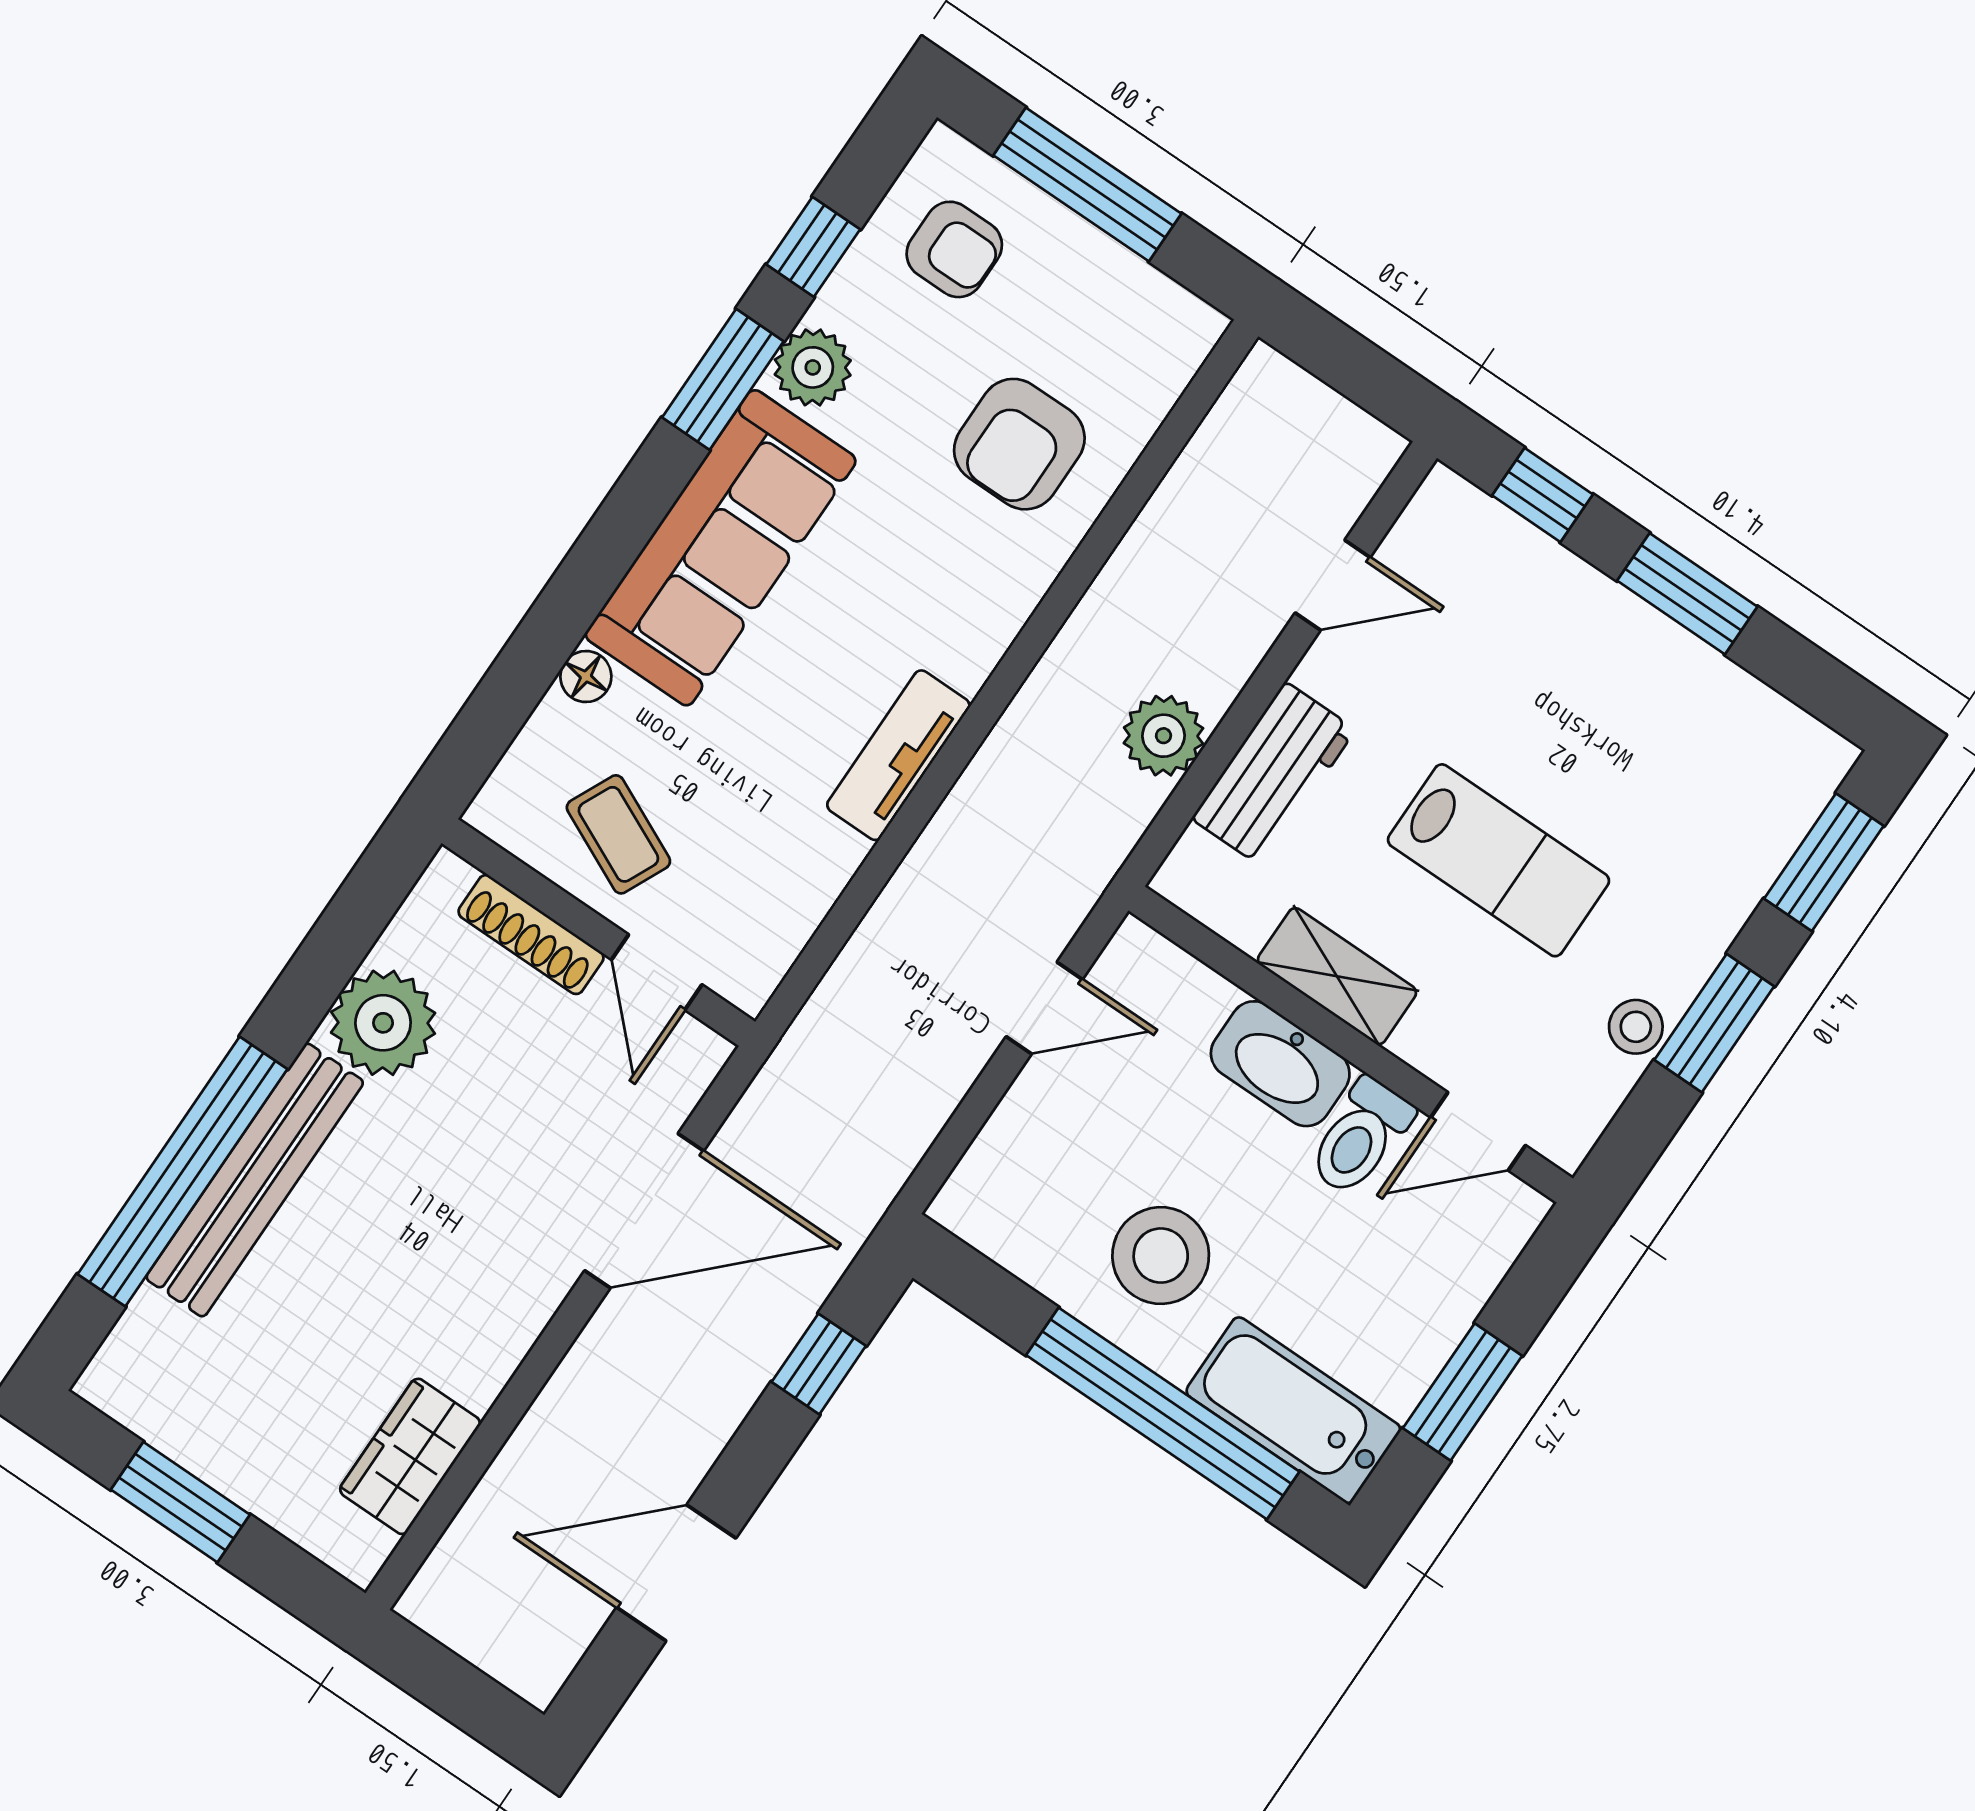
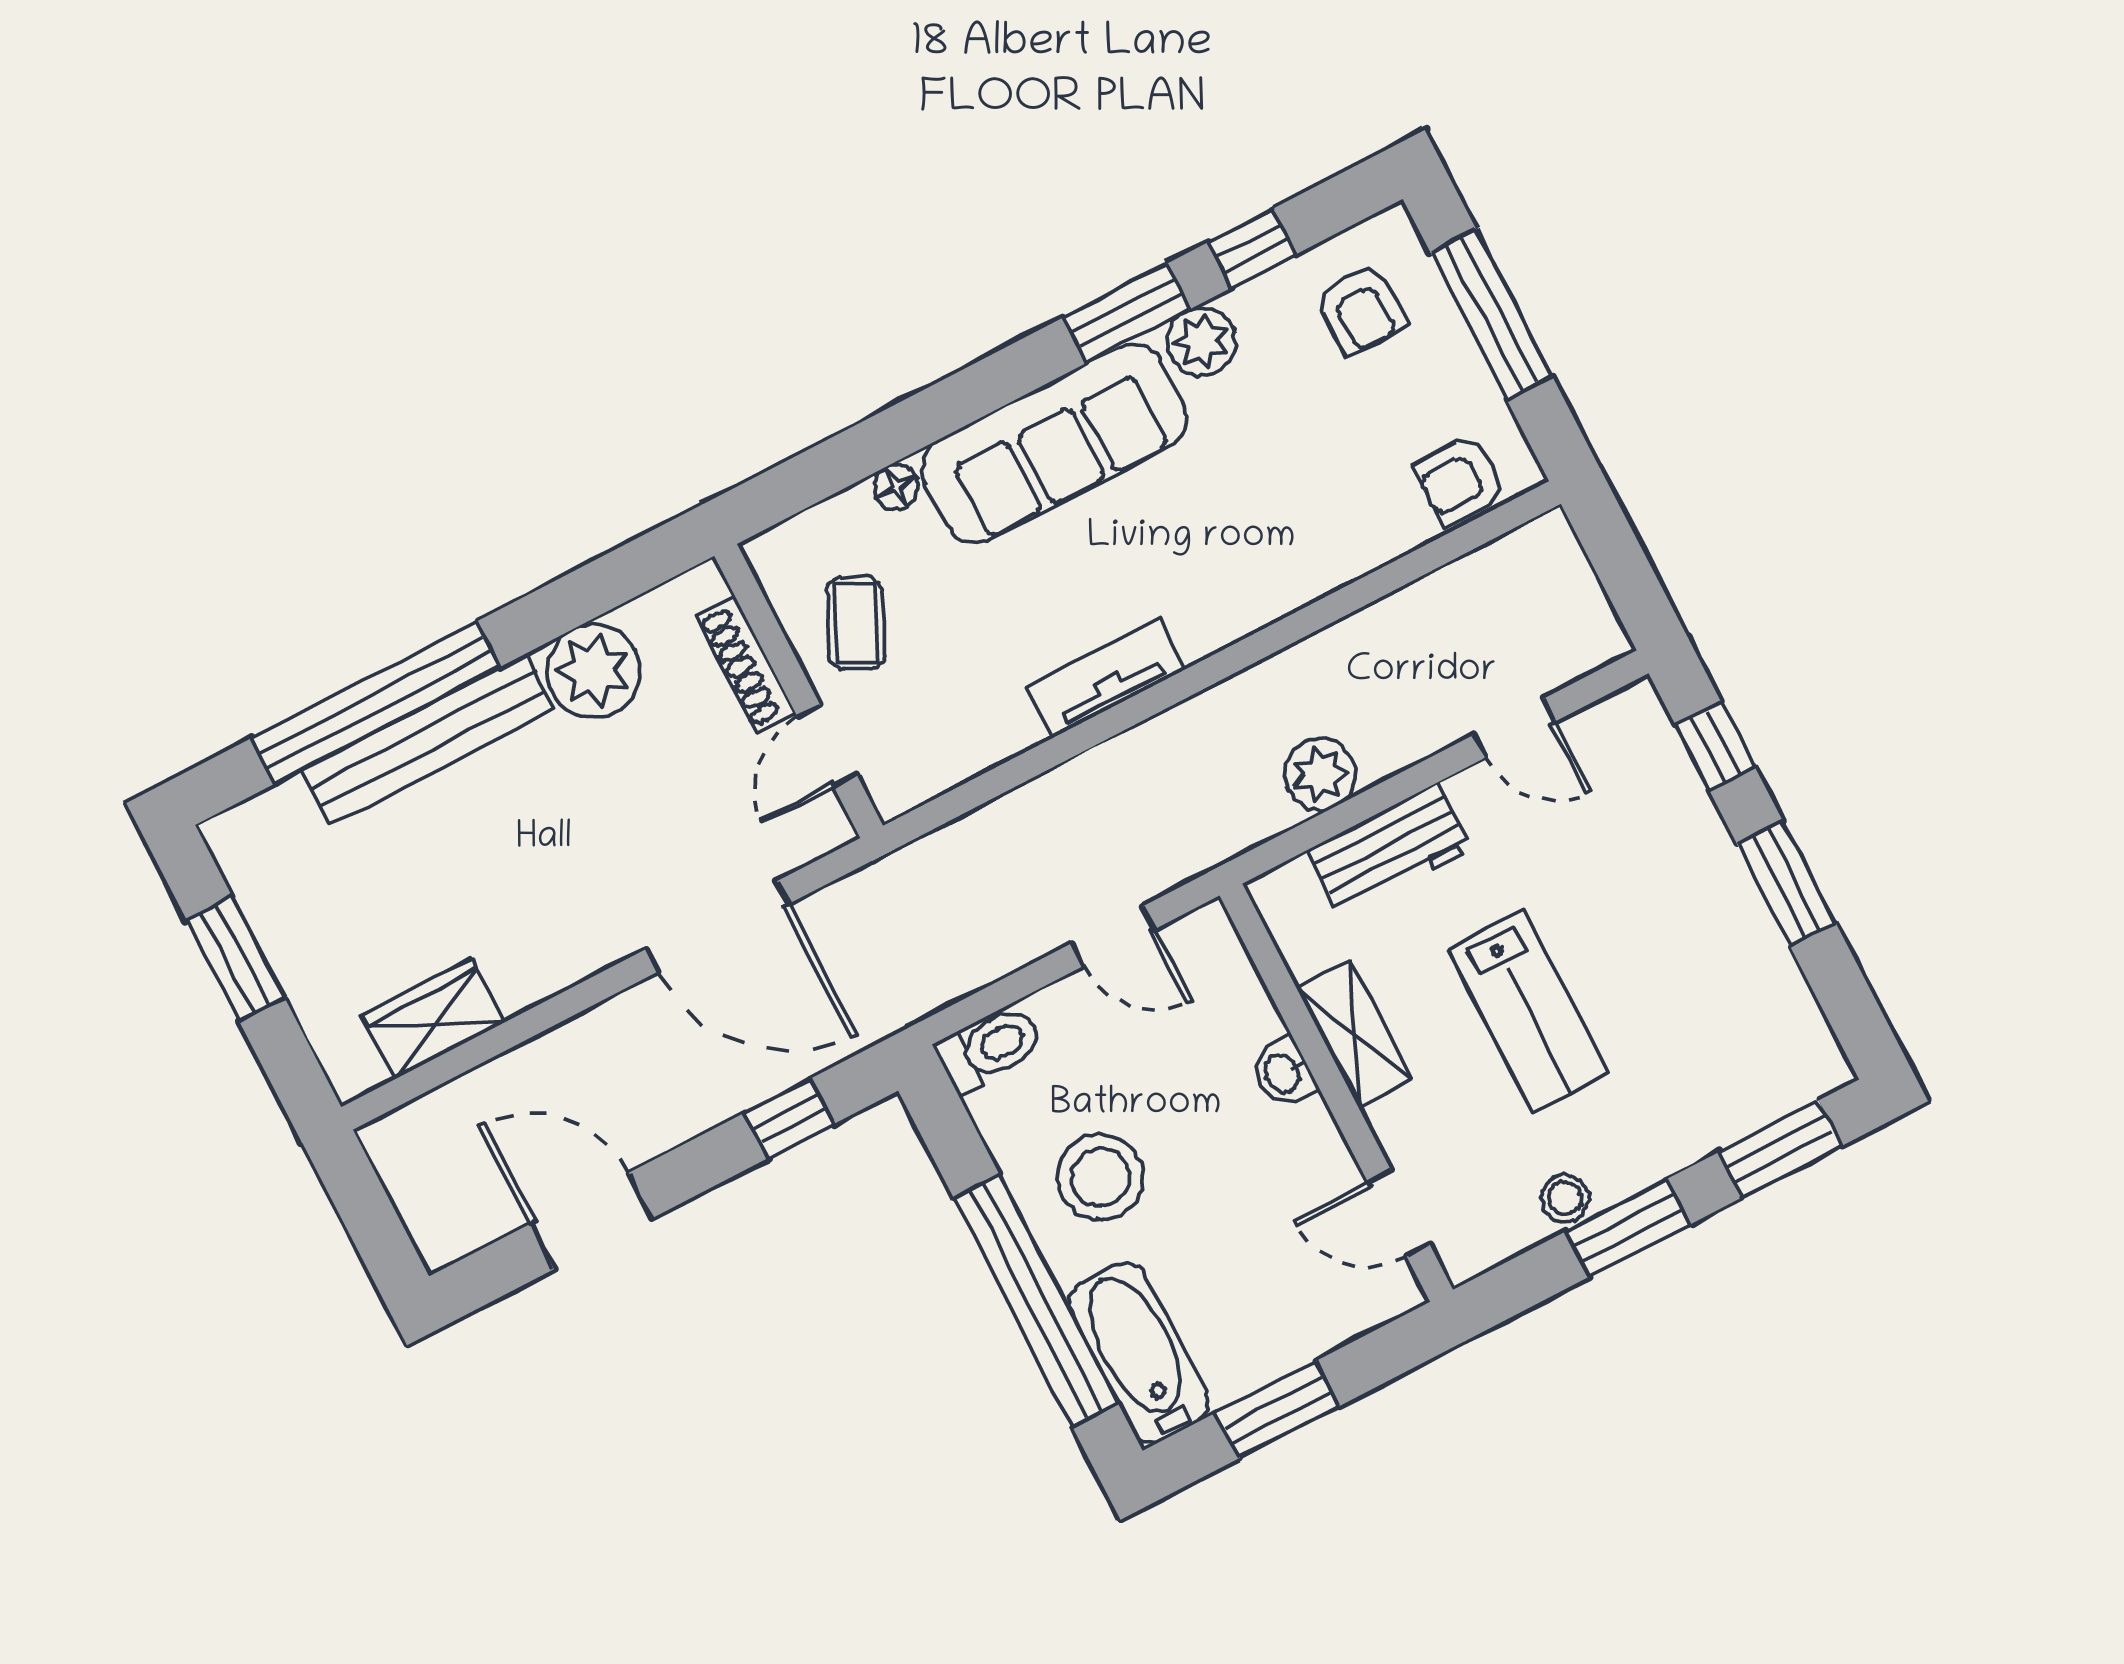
armchair: (1019, 444) -> (1460, 481), moved, width x0.72, depth x0.72
washbasin: (1280, 1064) -> (1283, 1073), width x0.52, depth x0.69
toilet: (1360, 1137) -> (990, 1048), moved, turned 180

